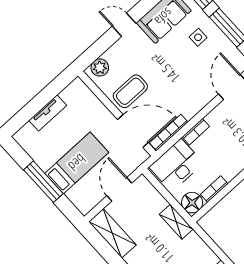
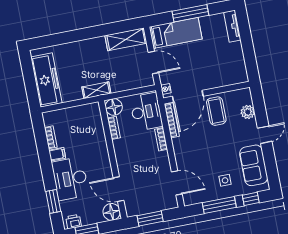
plant: (100, 68) -> (248, 112), moved
tv unit: (48, 113) -> (232, 26), moved
nightstand: (139, 159) -> (166, 89), added
bed: (77, 163) -> (176, 33), moved, turned -90
shelving: (176, 222) -> (96, 90), moved

